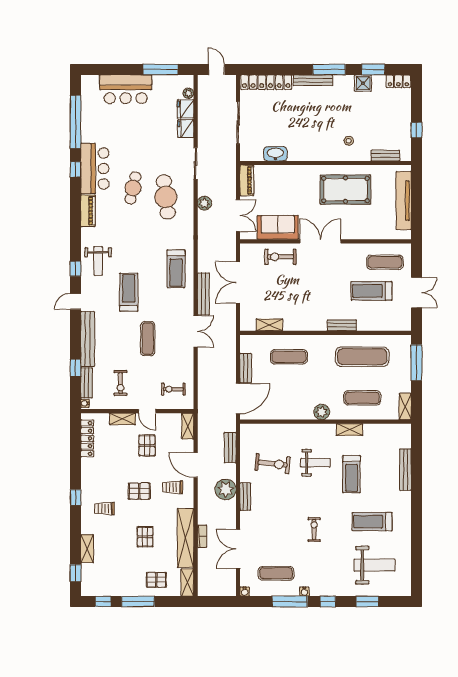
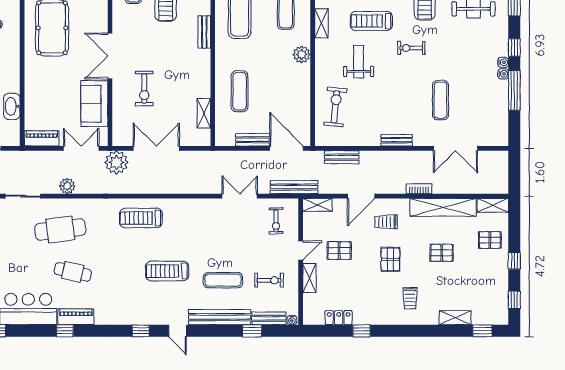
window: (75, 169) -> (65, 331), moved
cafe table: (133, 188) -> (73, 272), moved
exercise bike: (280, 257) -> (144, 89), moved
weight bench: (98, 261) -> (132, 305), removed
treadmill: (176, 269) -> (141, 218), turned 180
double door: (238, 283) -> (156, 148), swing flipped
bench: (203, 294) -> (294, 187), moved
double door: (196, 331) -> (240, 196), moved
exercise mat: (148, 339) -> (223, 280), moved
locker: (87, 438) -> (339, 318), width x0.66
exercise bike: (273, 464) -> (335, 107), moved
treadmill: (352, 474) -> (371, 21), turned 180
trolley: (173, 487) -> (386, 222), turned 90
plant: (226, 489) -> (116, 162), moved
window: (75, 497) -> (362, 331), moved
exercise bike: (314, 529) -> (411, 48), moved
bookcase: (202, 536) -> (419, 189), moved
exercise mat: (276, 573) -> (440, 100), moved
pallet: (156, 580) -> (490, 240), turned 90
water cooler: (245, 592) -> (503, 62), moved
window: (138, 601) -> (514, 261), width x0.46

